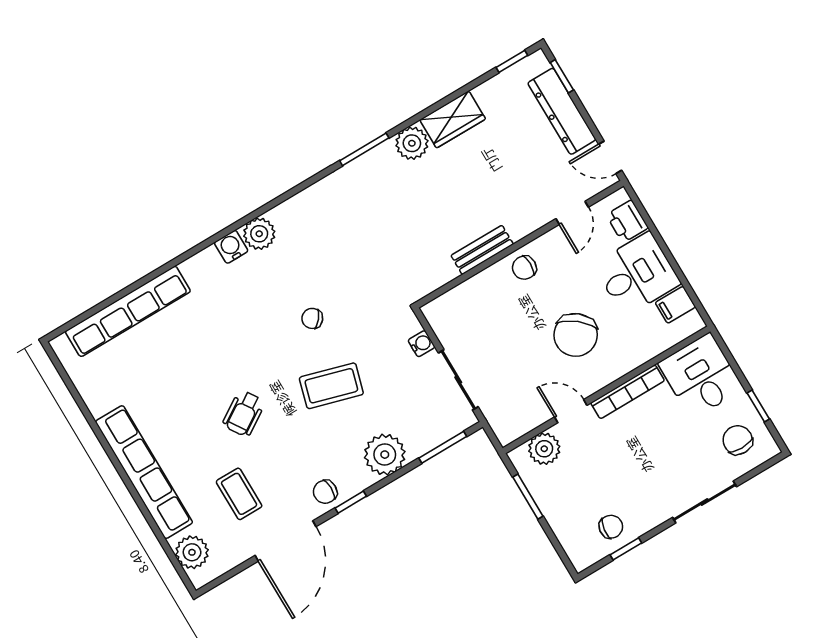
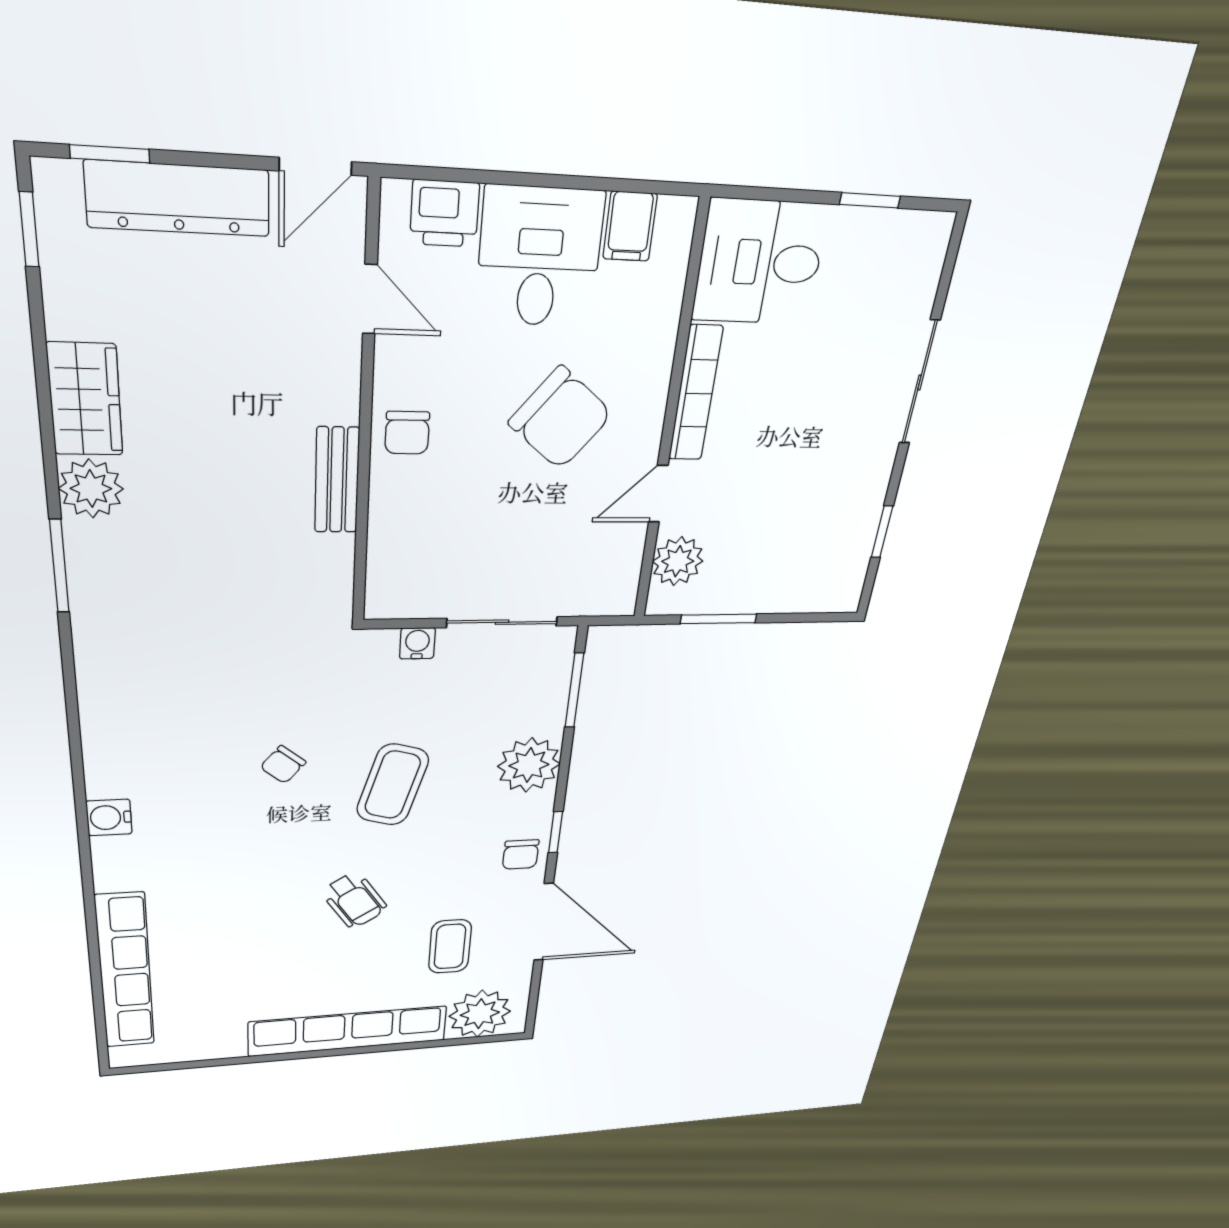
plant: (259, 234) -> (111, 774), removed
chair: (738, 440) -> (887, 271), removed
coffee table: (239, 494) -> (450, 946), turned 90
chair: (611, 527) -> (841, 534), removed
plant: (192, 552) -> (480, 1014), width x1.36, depth x1.36

